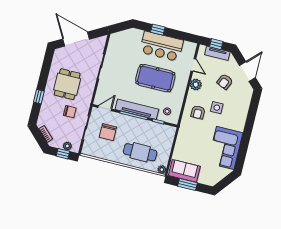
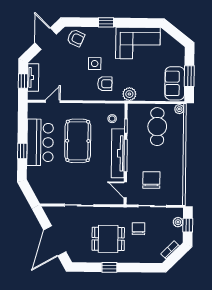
door: (247, 72) -> (46, 39), hinge flipped
armchair: (225, 82) -> (76, 38), moved
plant: (196, 85) -> (129, 94), moved
window: (39, 97) -> (109, 267), moved
window: (249, 125) -> (106, 22), added
chair: (108, 132) -> (151, 180), turned -90
cafe table: (140, 152) -> (157, 127), moved

